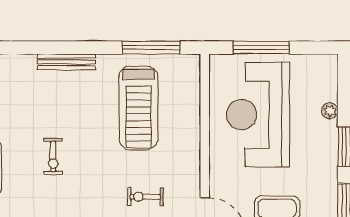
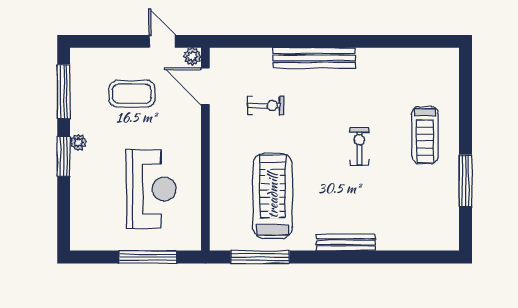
plant: (330, 111) -> (78, 142), moved
reception desk: (258, 115) -> (151, 189), width x0.74, depth x0.77

